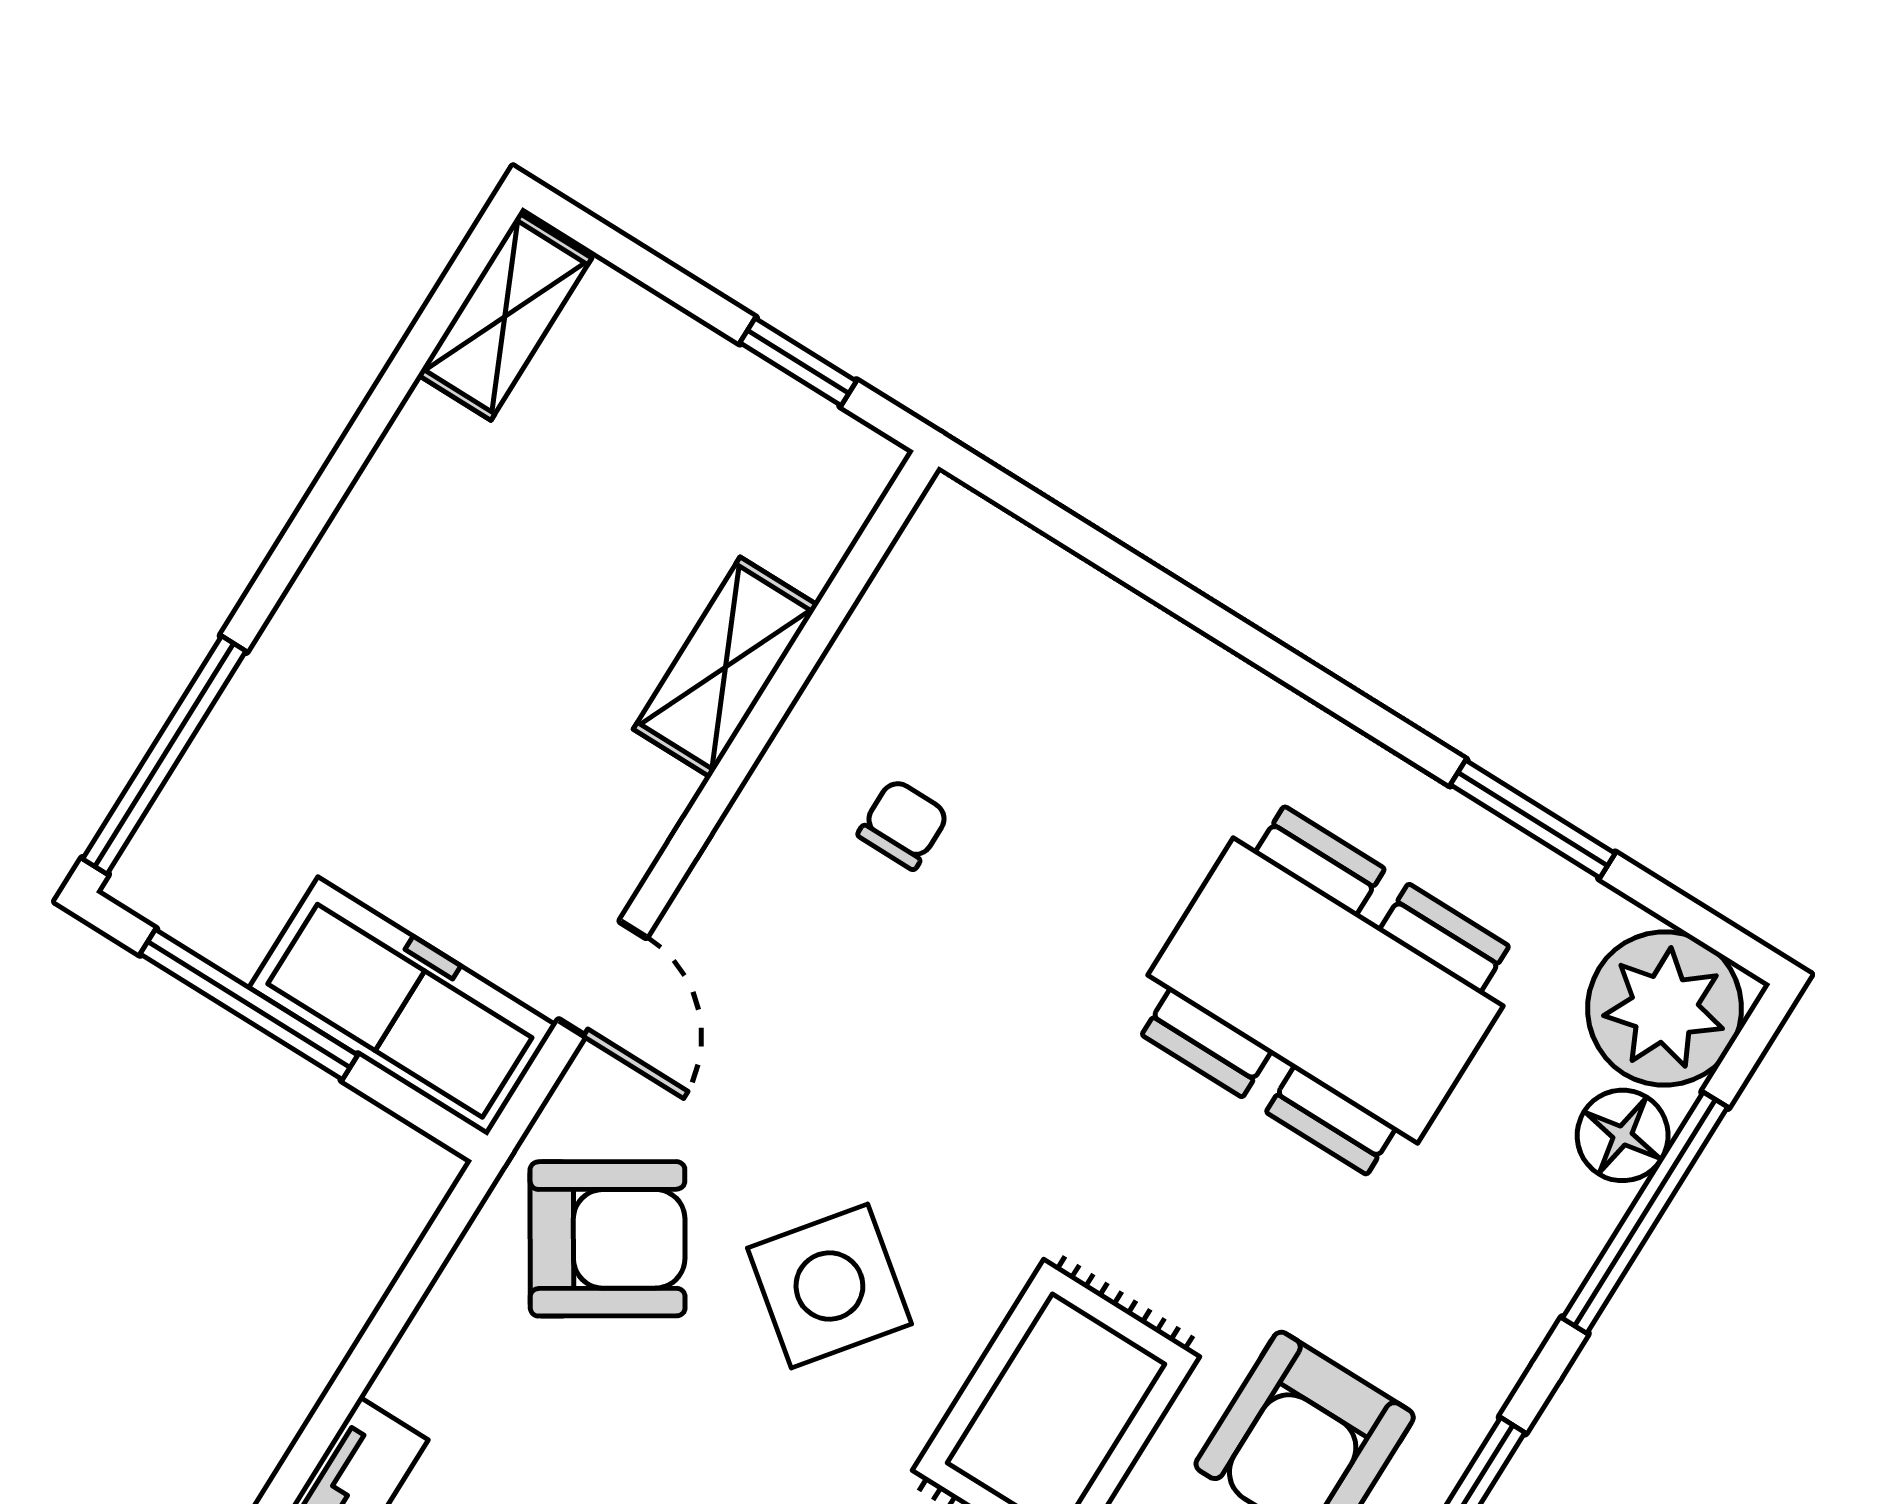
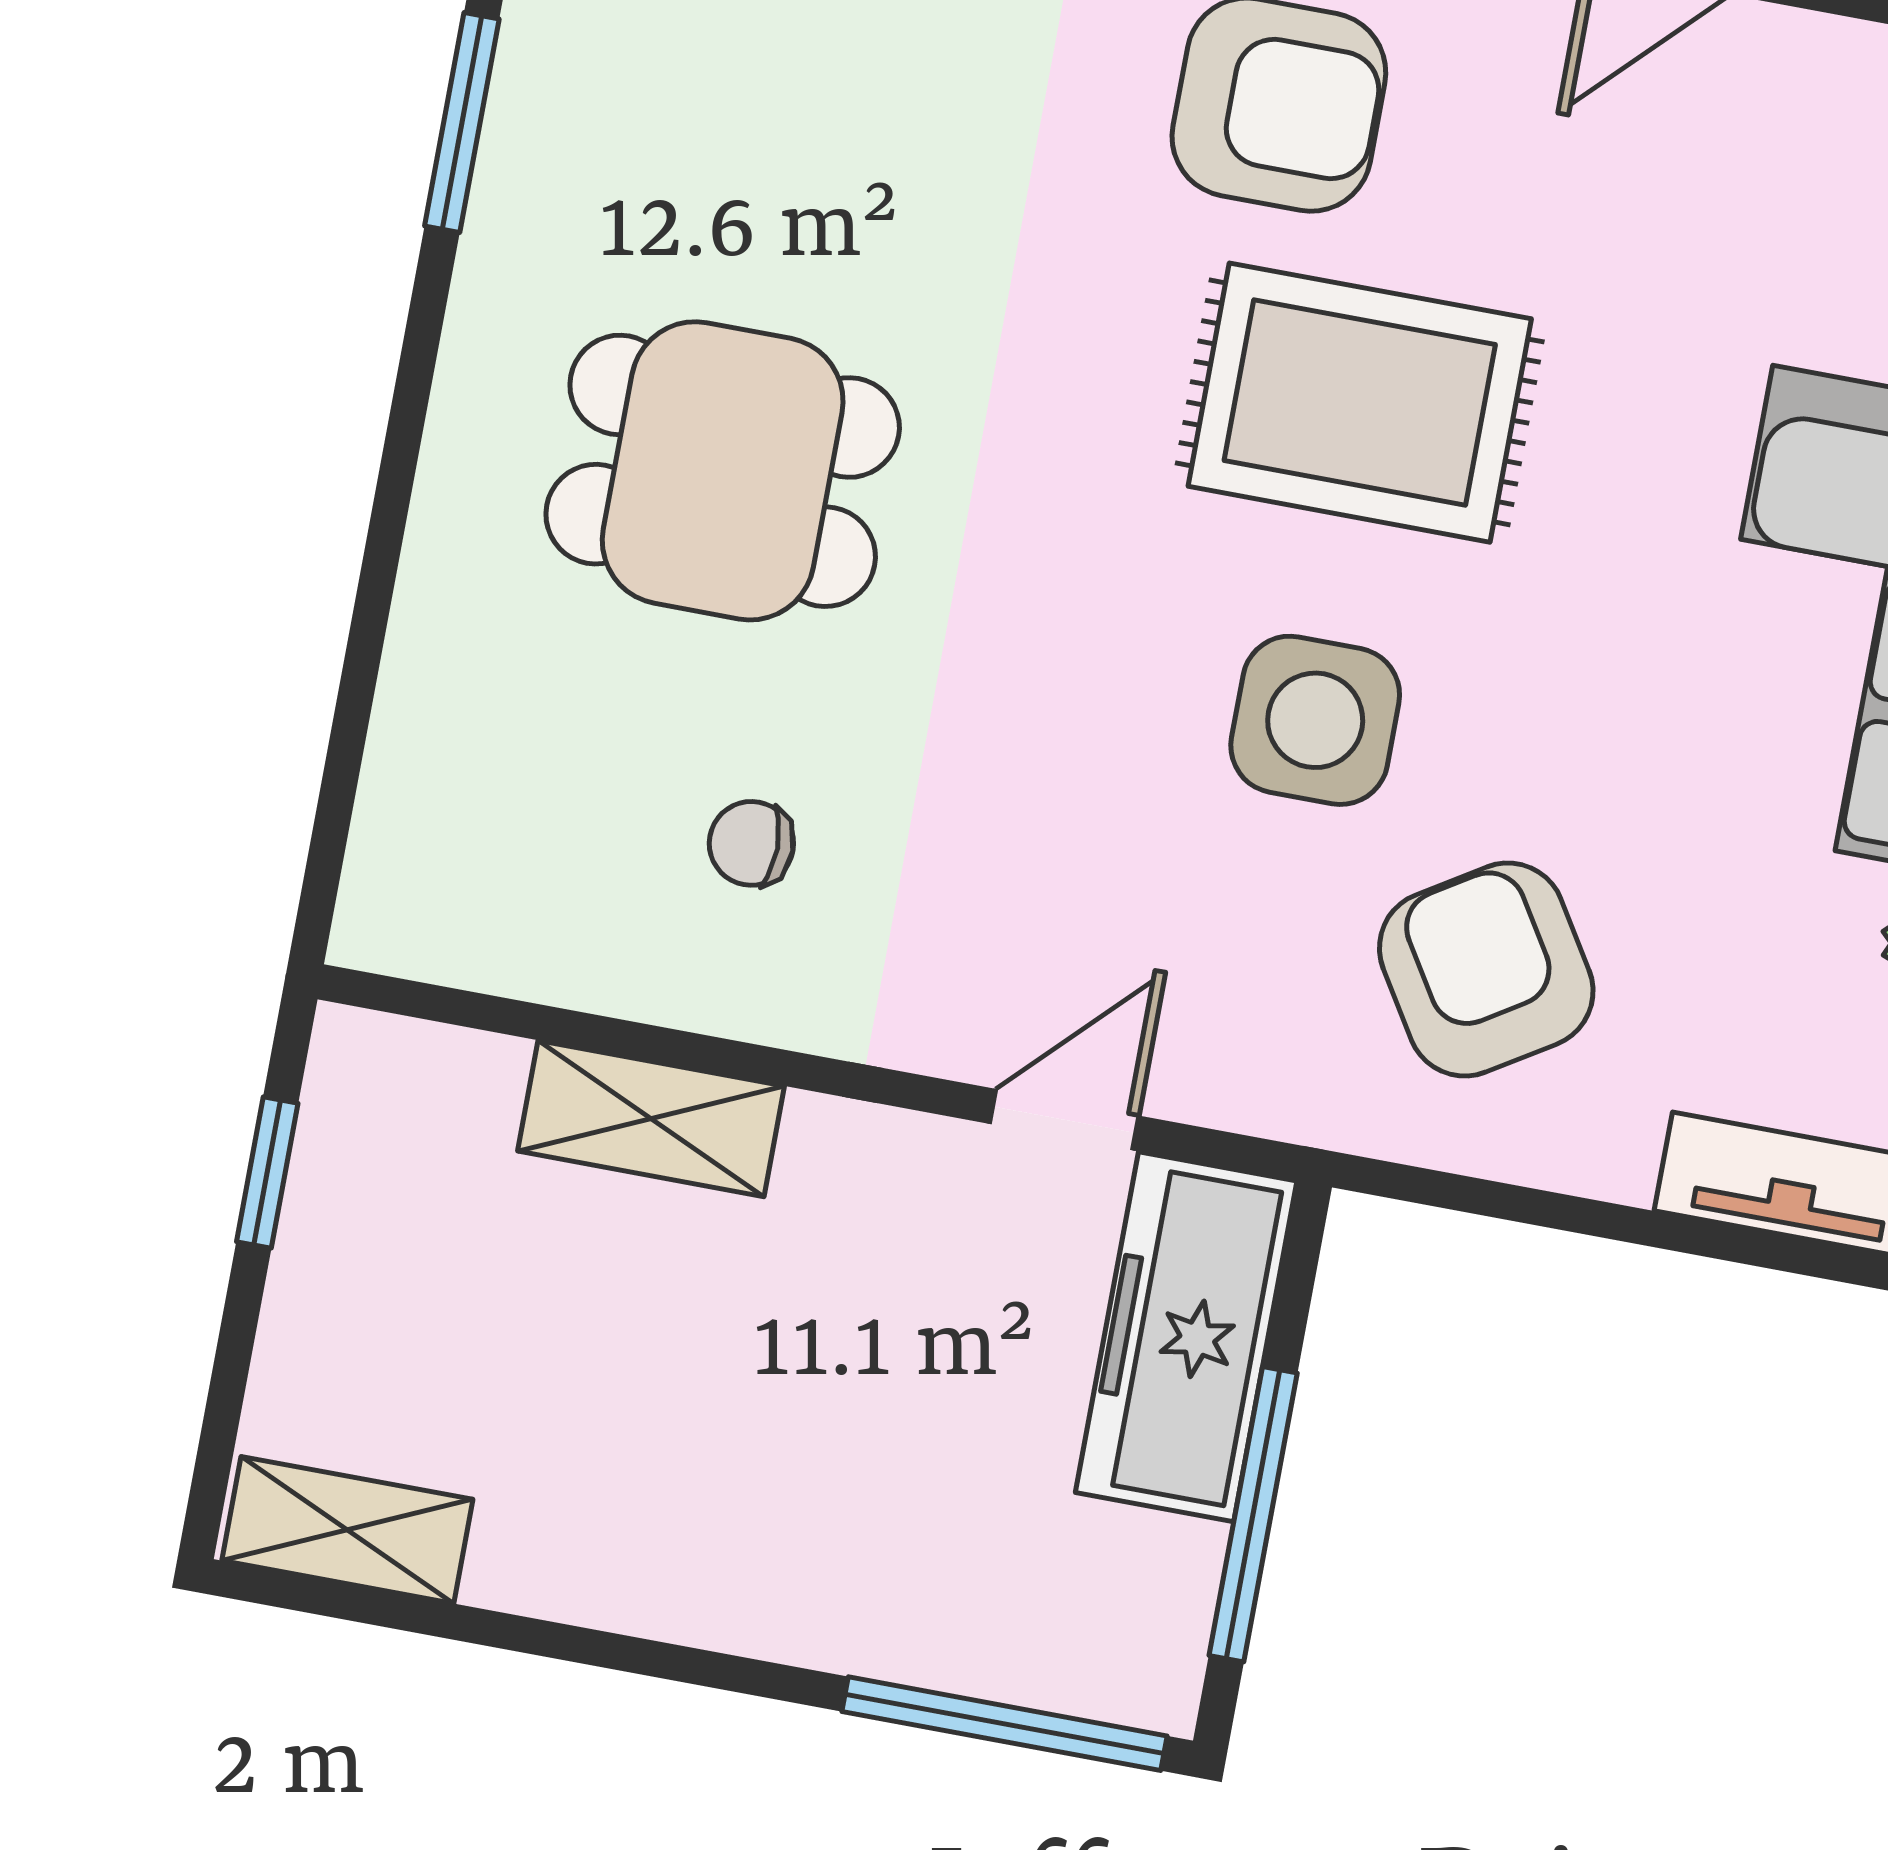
dining table: (1325, 990) -> (723, 471), moved, width x0.73
armchair: (608, 1239) -> (1486, 970), moved
side table: (829, 1286) -> (1315, 720), turned -38

